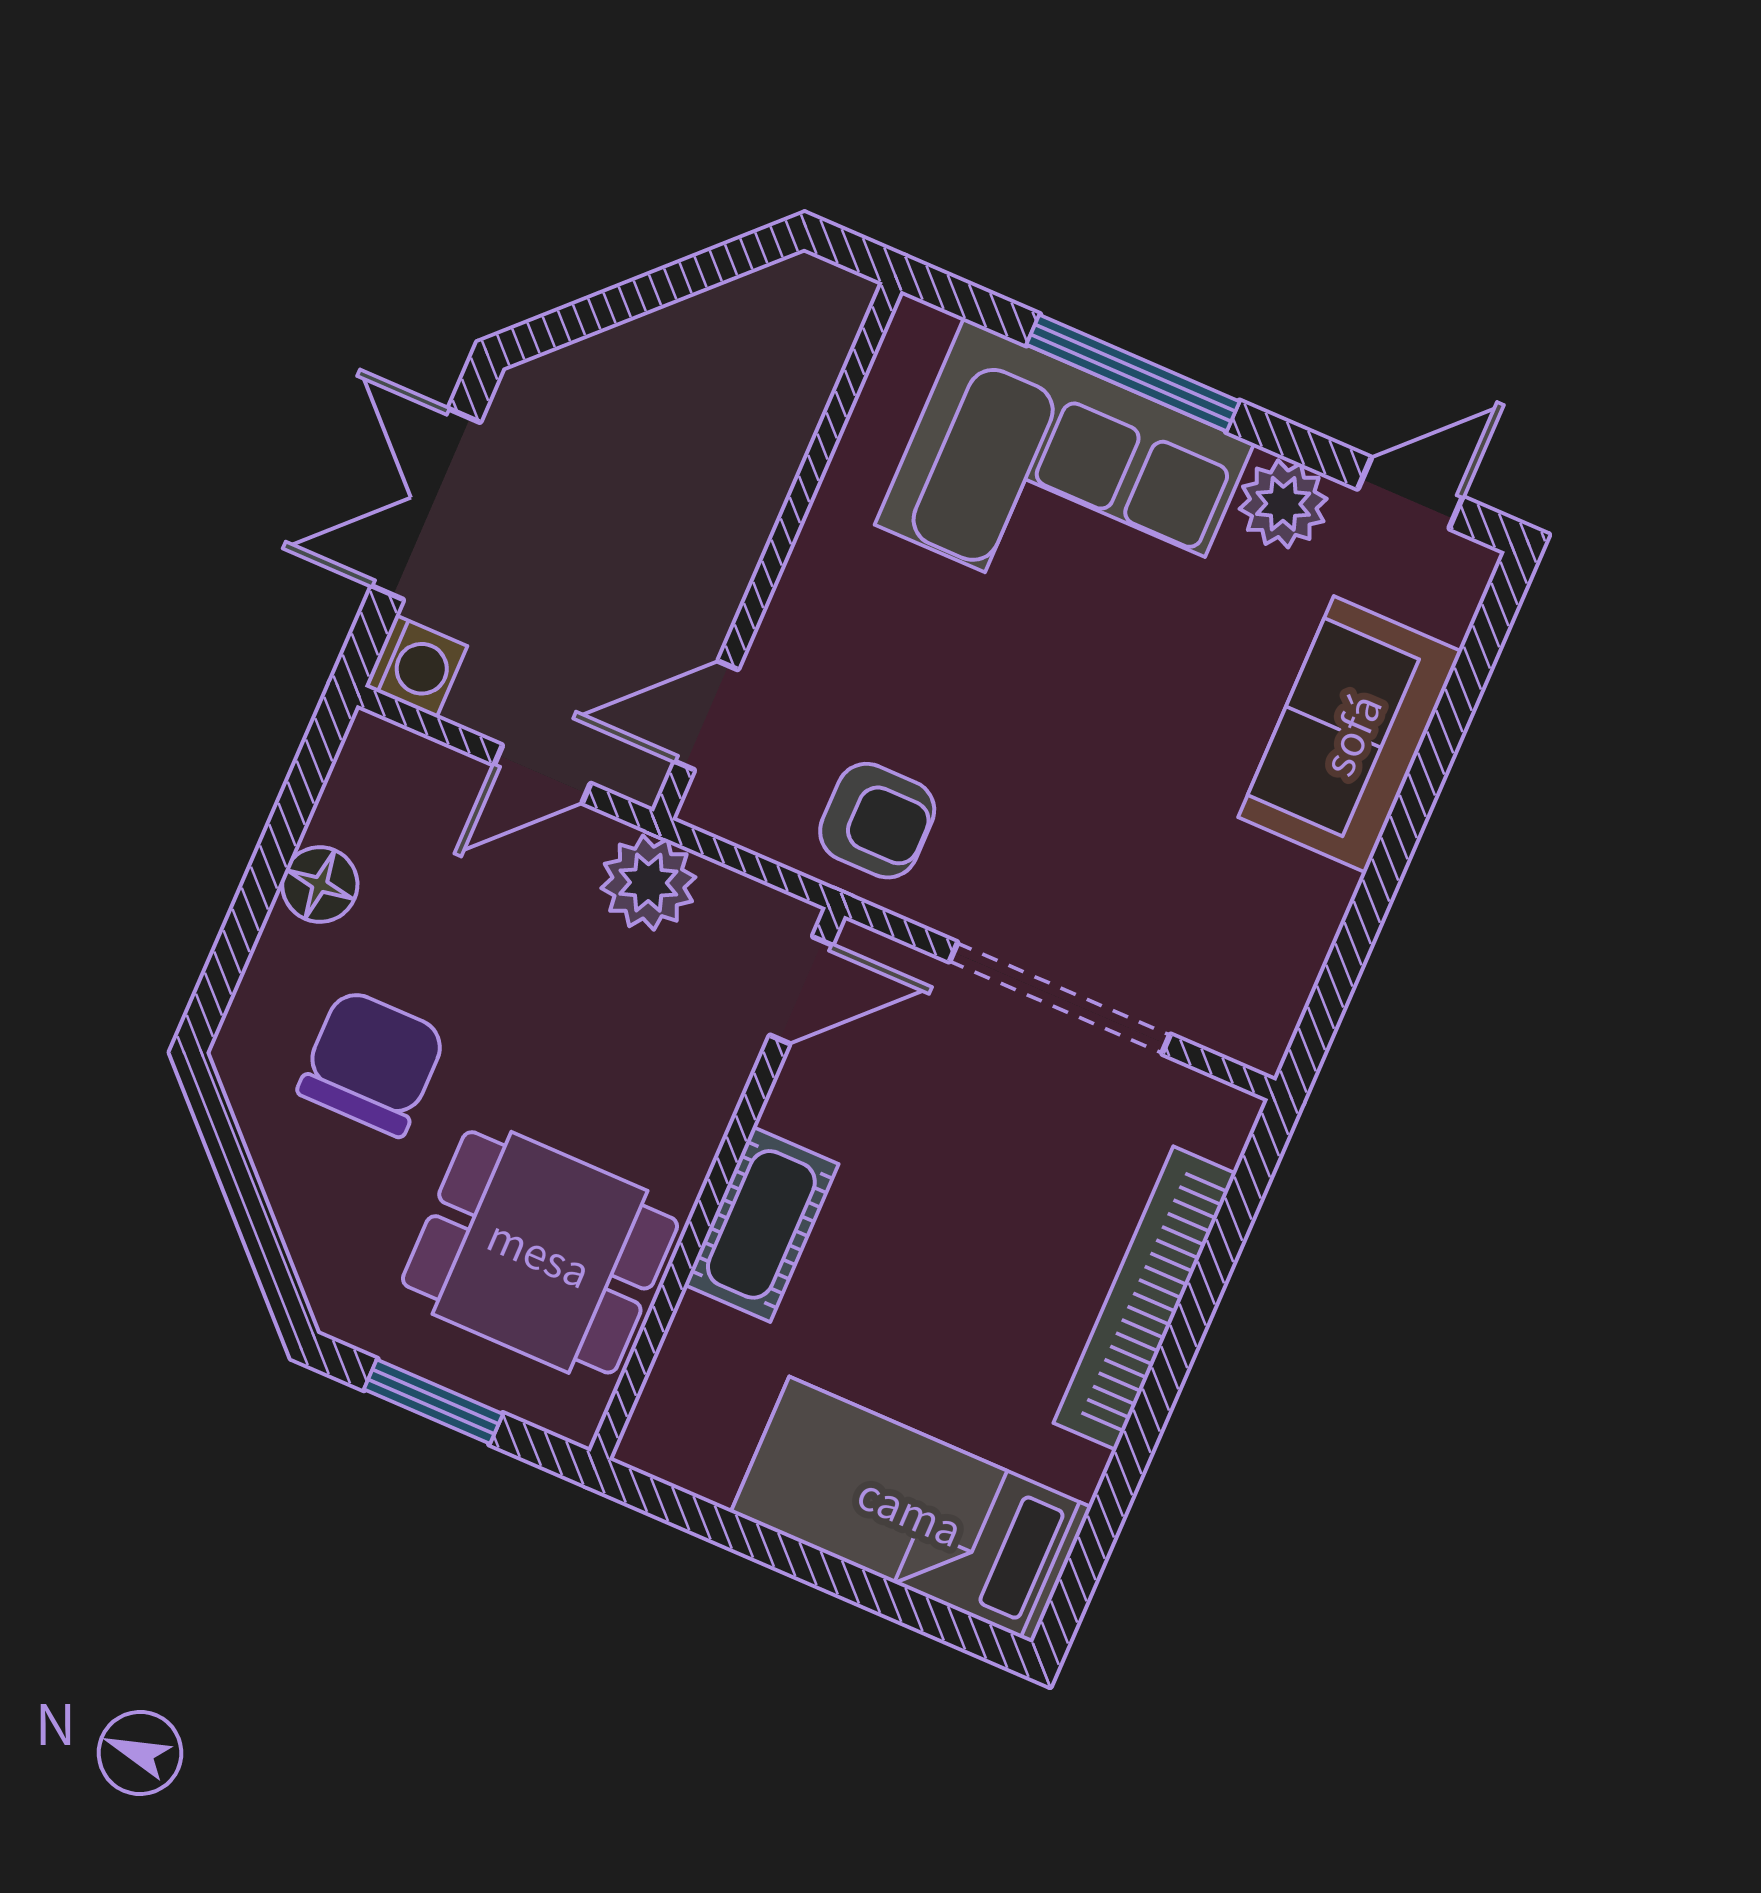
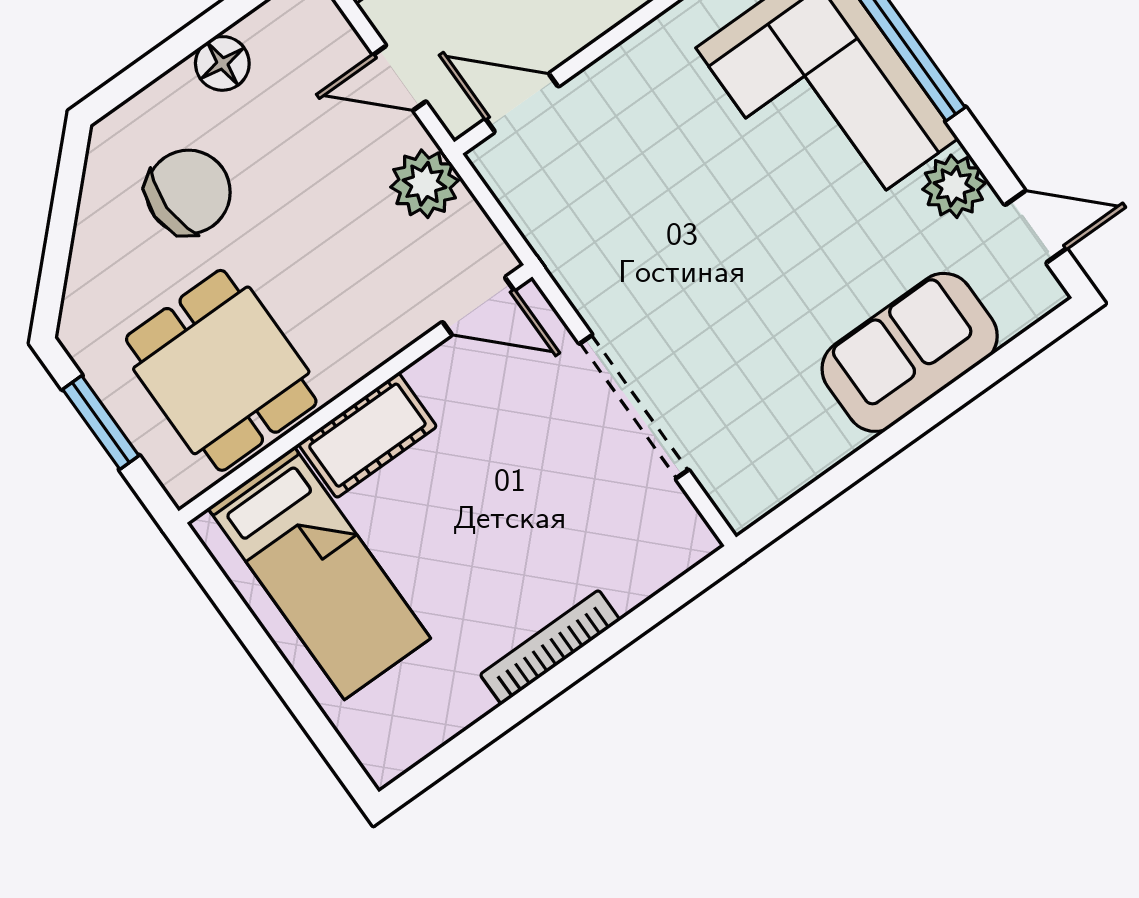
armchair: (877, 821) -> (588, 230), removed
bookcase: (1145, 1298) -> (550, 647), width x0.68, depth x0.76
bed: (911, 1510) -> (319, 573), moved, turned 180

